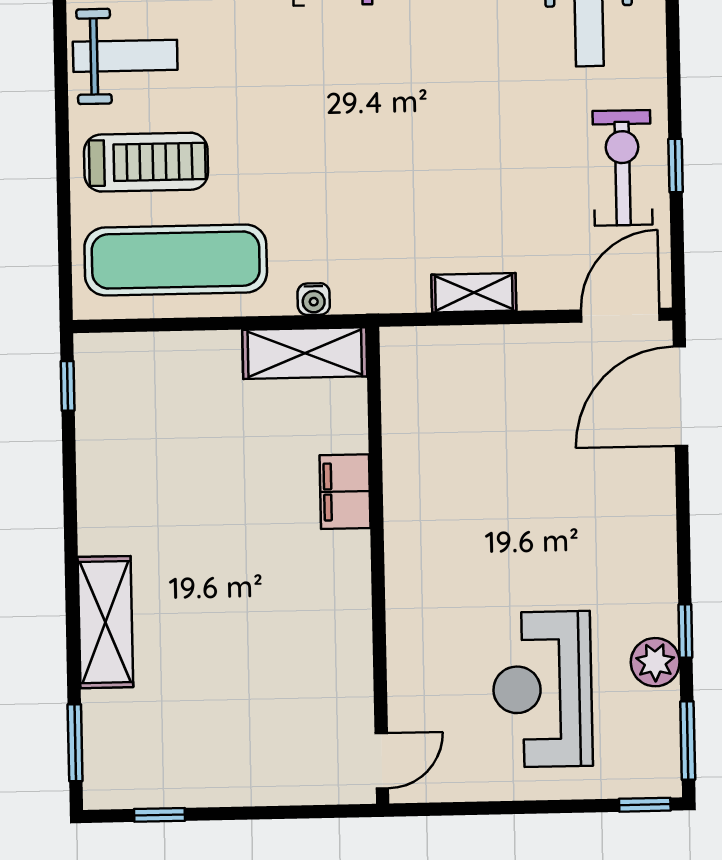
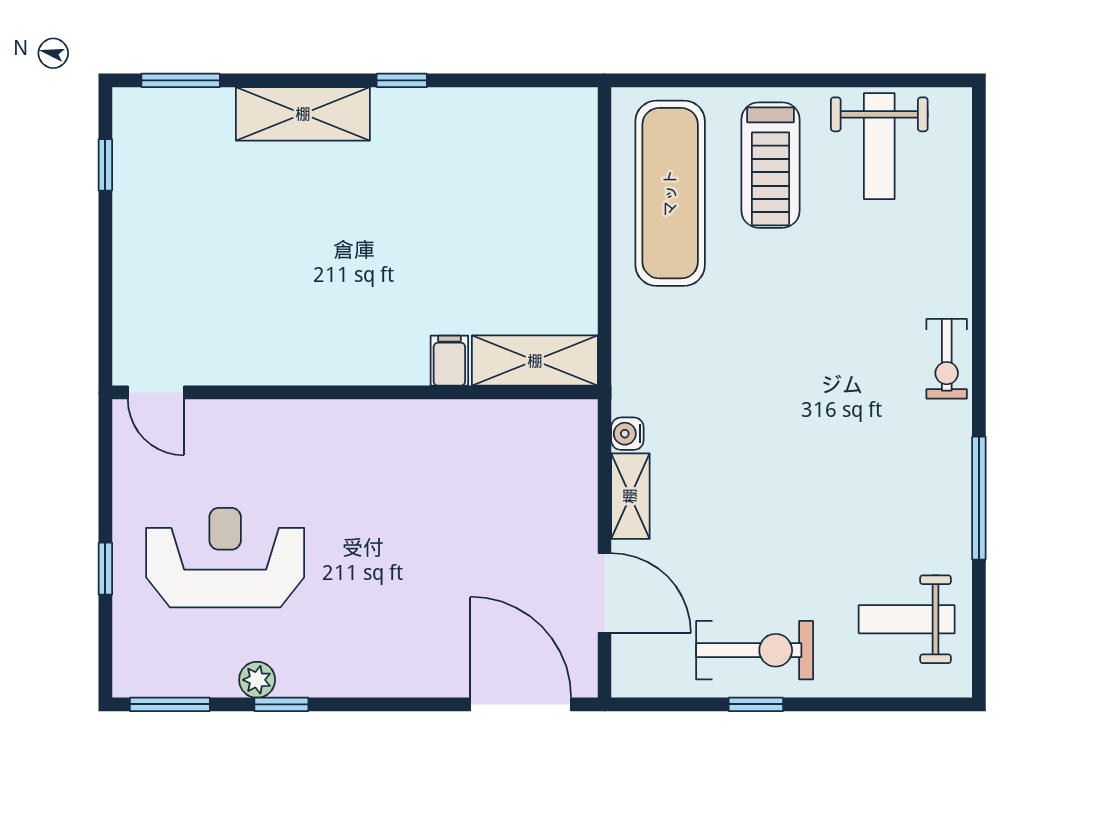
water cooler: (314, 299) -> (627, 434), moved
door: (620, 315) -> (605, 593), moved
shelving: (305, 353) -> (535, 361), moved, turned 90
window: (68, 386) -> (402, 80), moved
filing cabinet: (345, 492) -> (449, 361), width x0.50
plant: (655, 662) -> (257, 680), width x0.73, depth x0.73
window: (645, 805) -> (105, 569), moved

